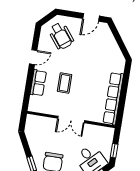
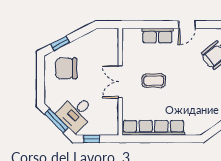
door: (33, 57) -> (187, 25), hinge flipped
coffee table: (65, 83) -> (154, 81), moved

